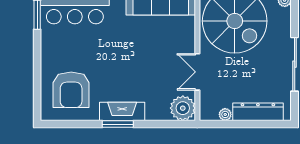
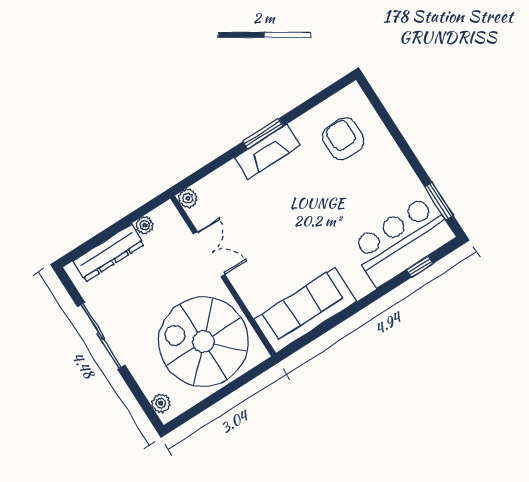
armchair: (71, 90) -> (343, 139), width x0.73, depth x0.73
plant: (183, 108) -> (188, 198), width x0.53, depth x0.53

